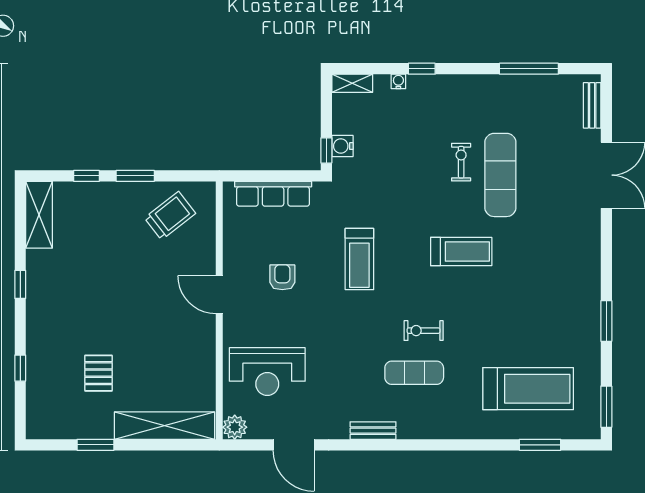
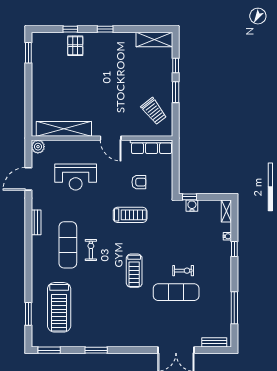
row of seats: (273, 194) -> (152, 147), moved, turned -90
treadmill: (359, 259) -> (130, 215), turned 180
armchair: (282, 277) -> (139, 182), moved
window: (20, 284) -> (105, 29), moved
door: (219, 295) -> (111, 138), swing flipped
reception desk: (267, 372) -> (76, 177), moved, turned -90
pallet: (99, 373) -> (75, 46), moved, turned 90
exercise mat: (414, 373) -> (68, 245), width x1.36, depth x1.45
shelving: (164, 426) -> (64, 129), moved, turned 90
window: (96, 445) -> (28, 53), moved

